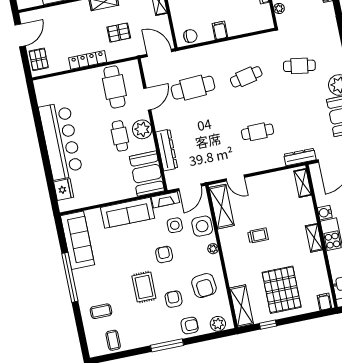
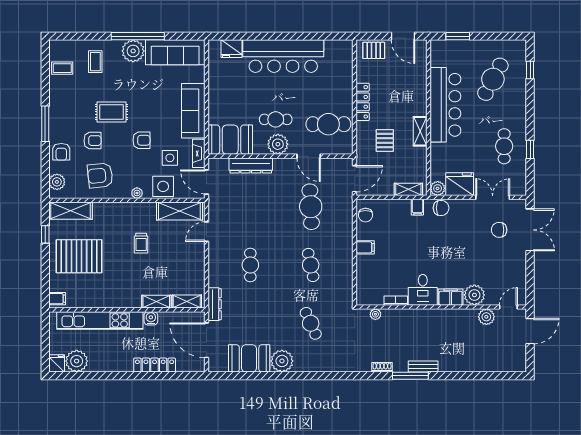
cafe table: (299, 66) -> (311, 323), turned -33
shelving: (314, 238) -> (156, 302), moved
plant: (84, 279) -> (133, 51), added

